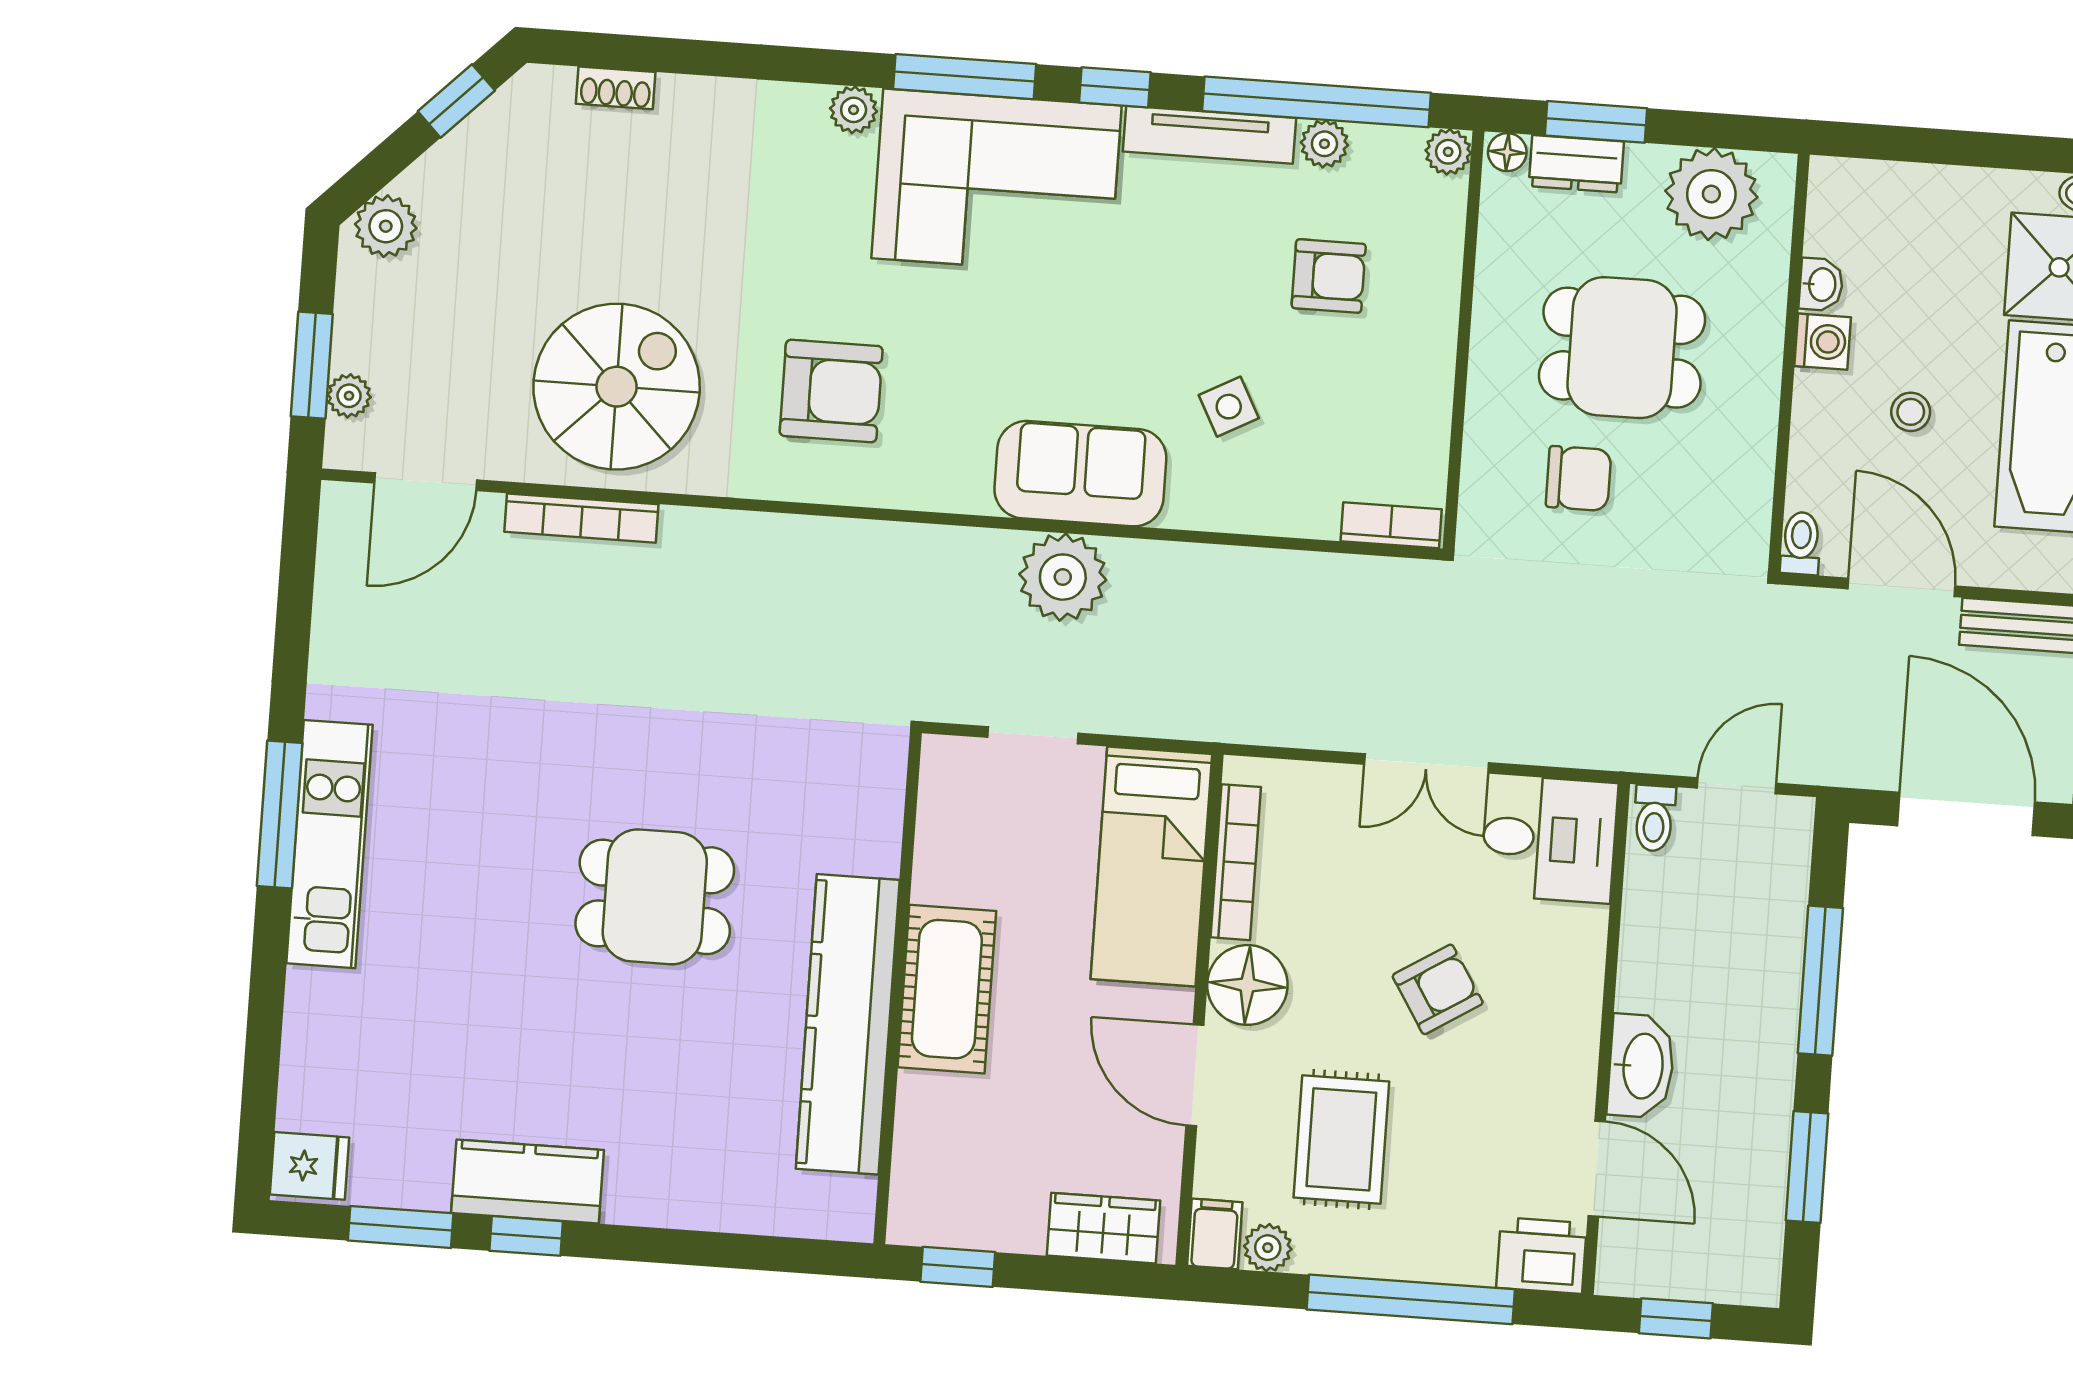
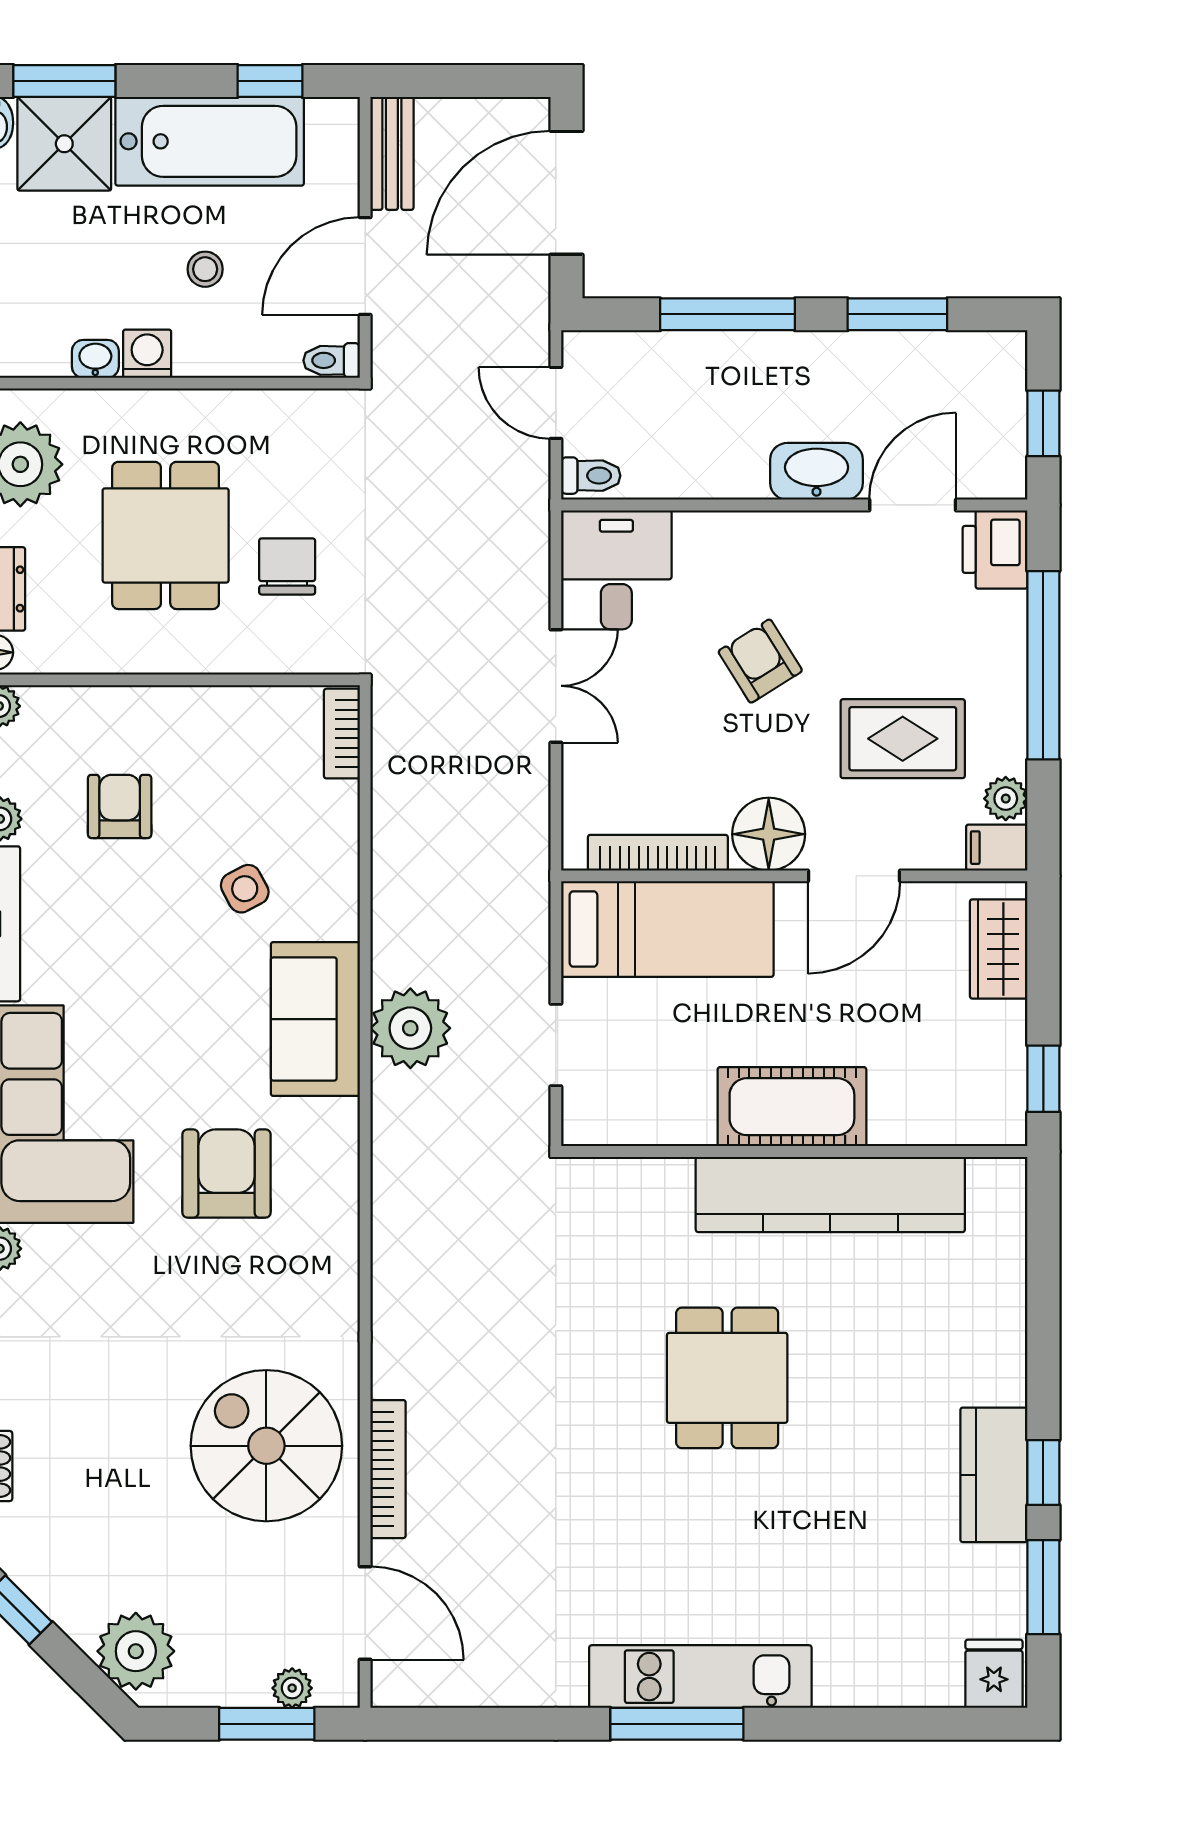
plant: (386, 226) -> (136, 1651), width x1.36, depth x1.36
armchair: (831, 391) -> (227, 1174), moved

